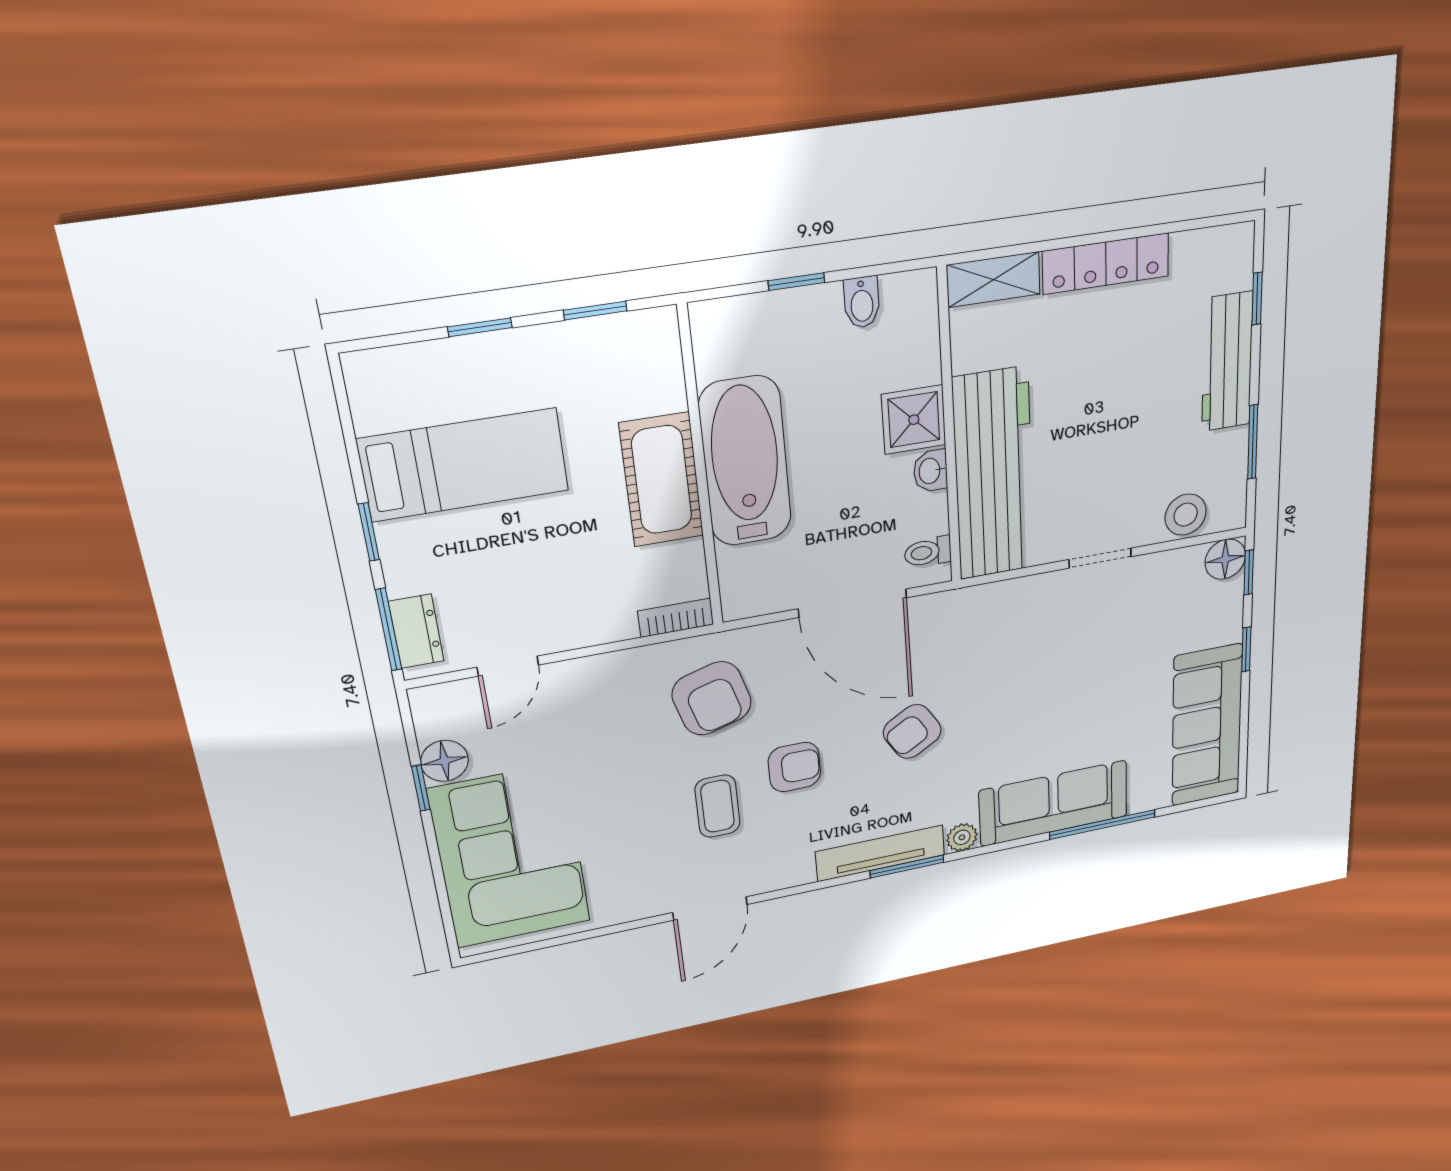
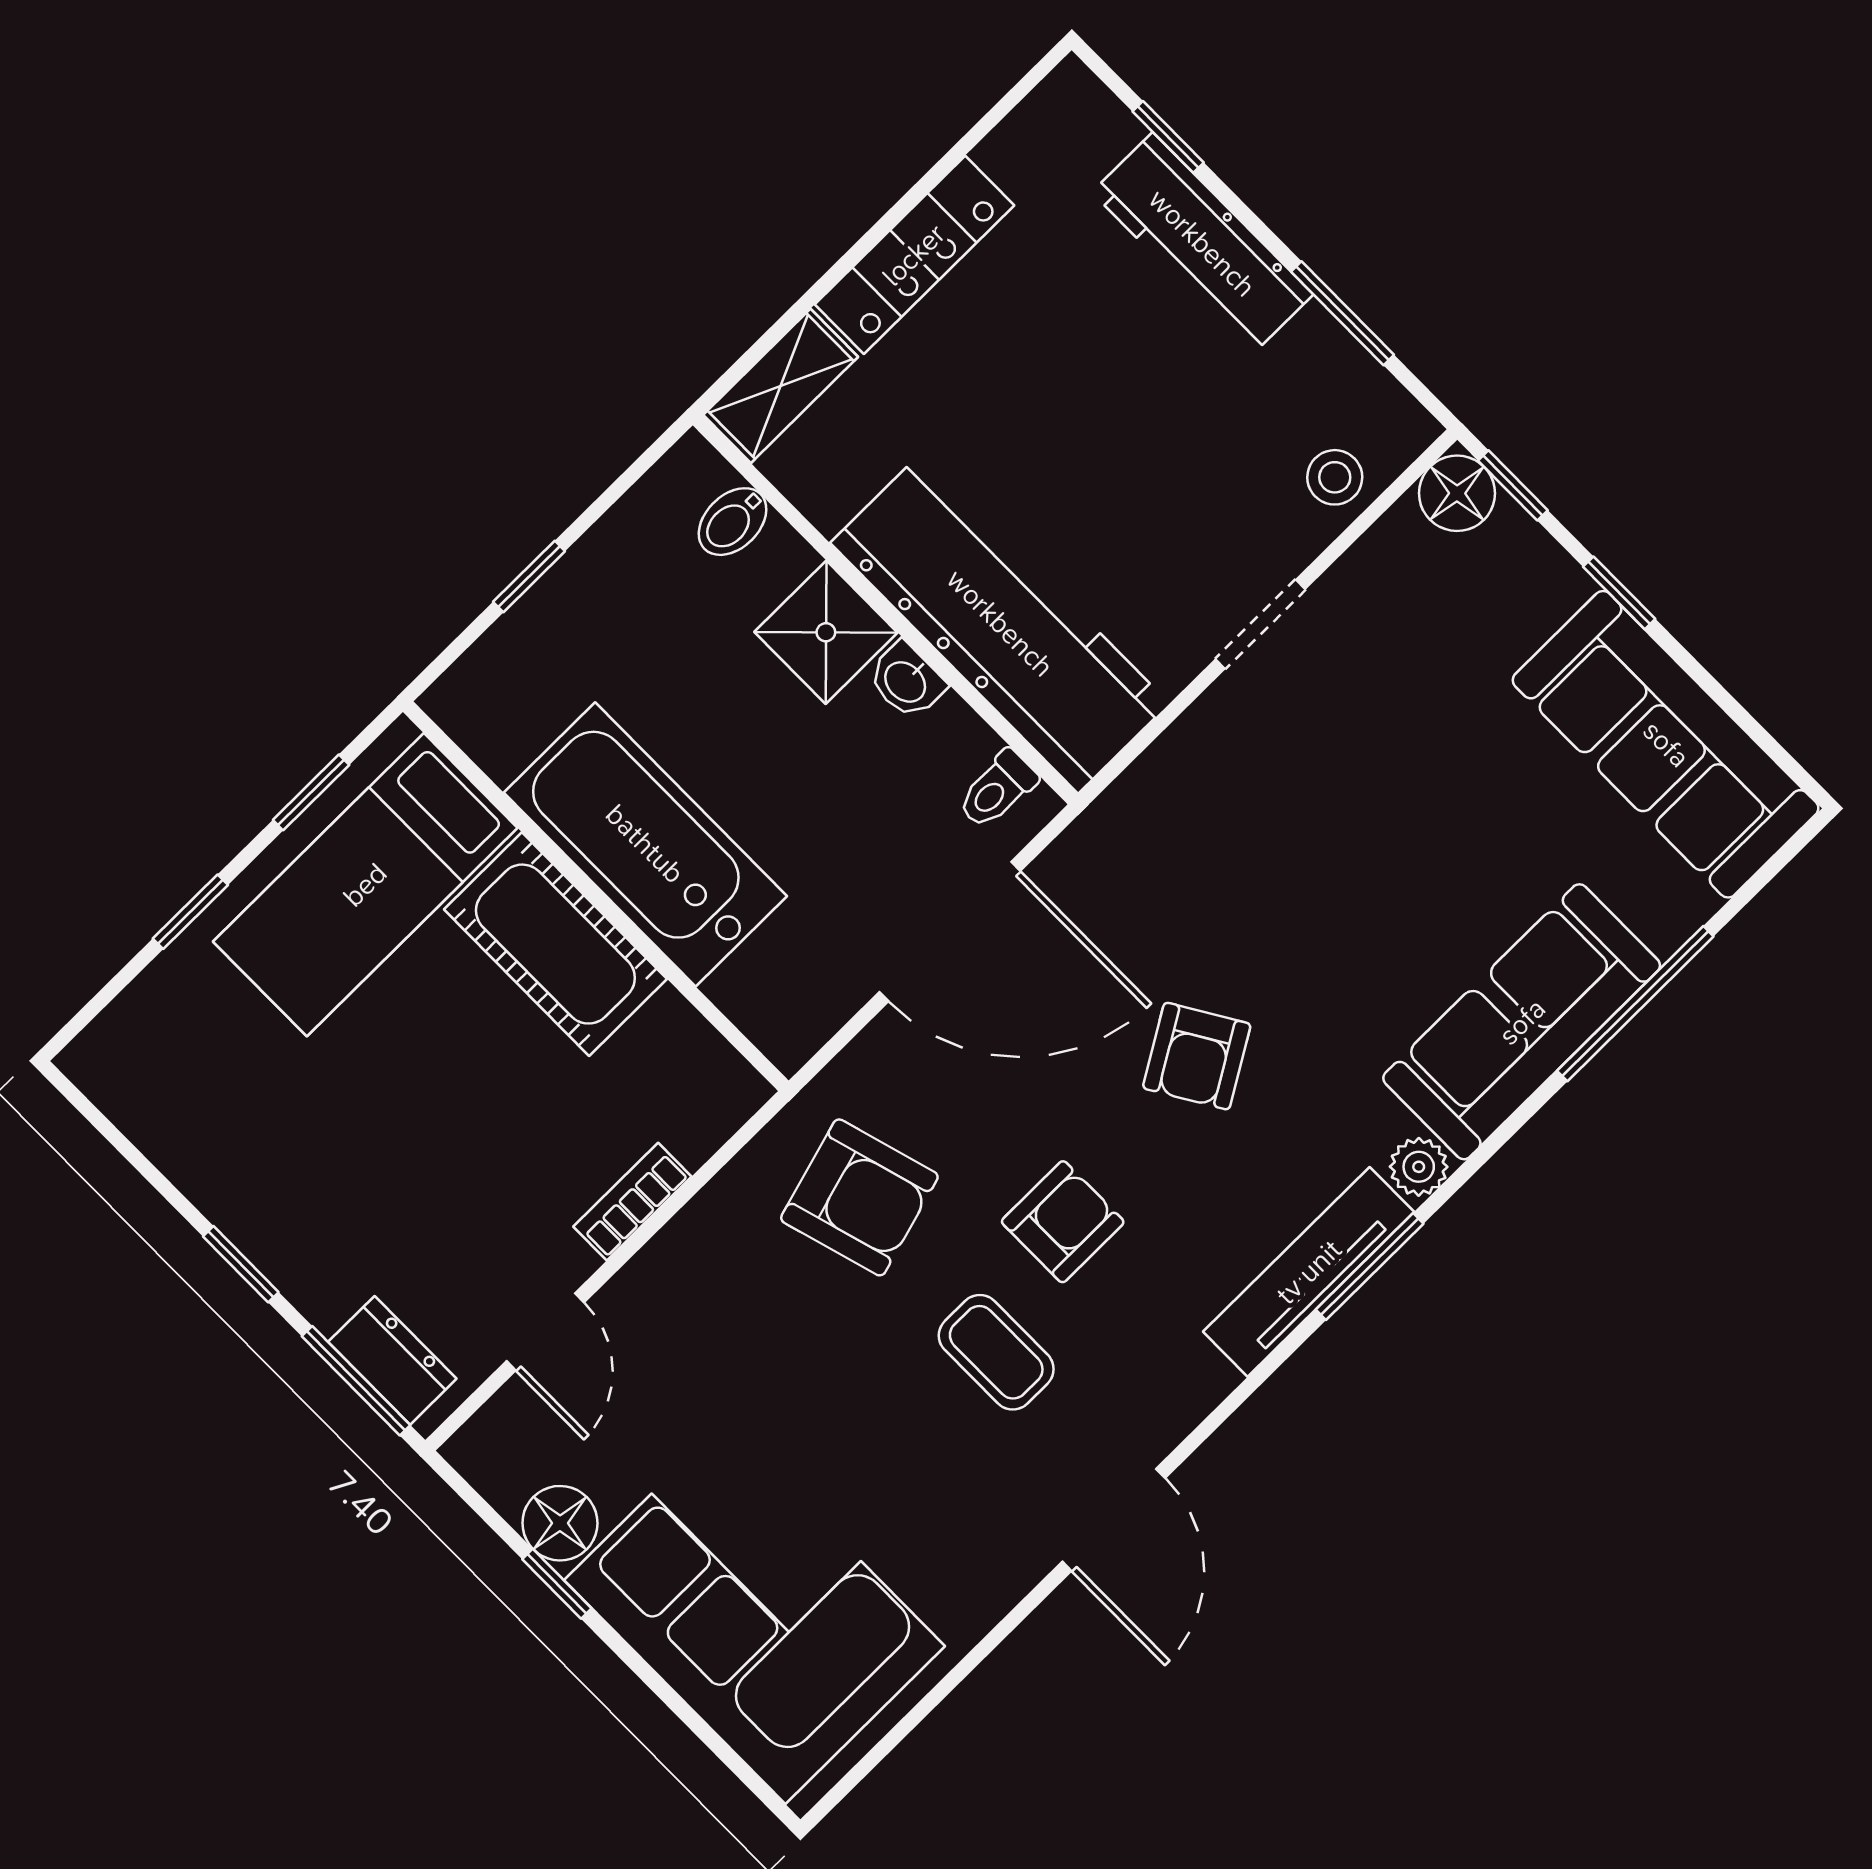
bidet: (862, 302) -> (733, 522), moved, turned 90
bed: (464, 465) -> (365, 885), moved, turned 180
stool: (1186, 515) -> (1335, 477), width x0.73, depth x0.73
bookcase: (676, 618) -> (632, 1202), moved

